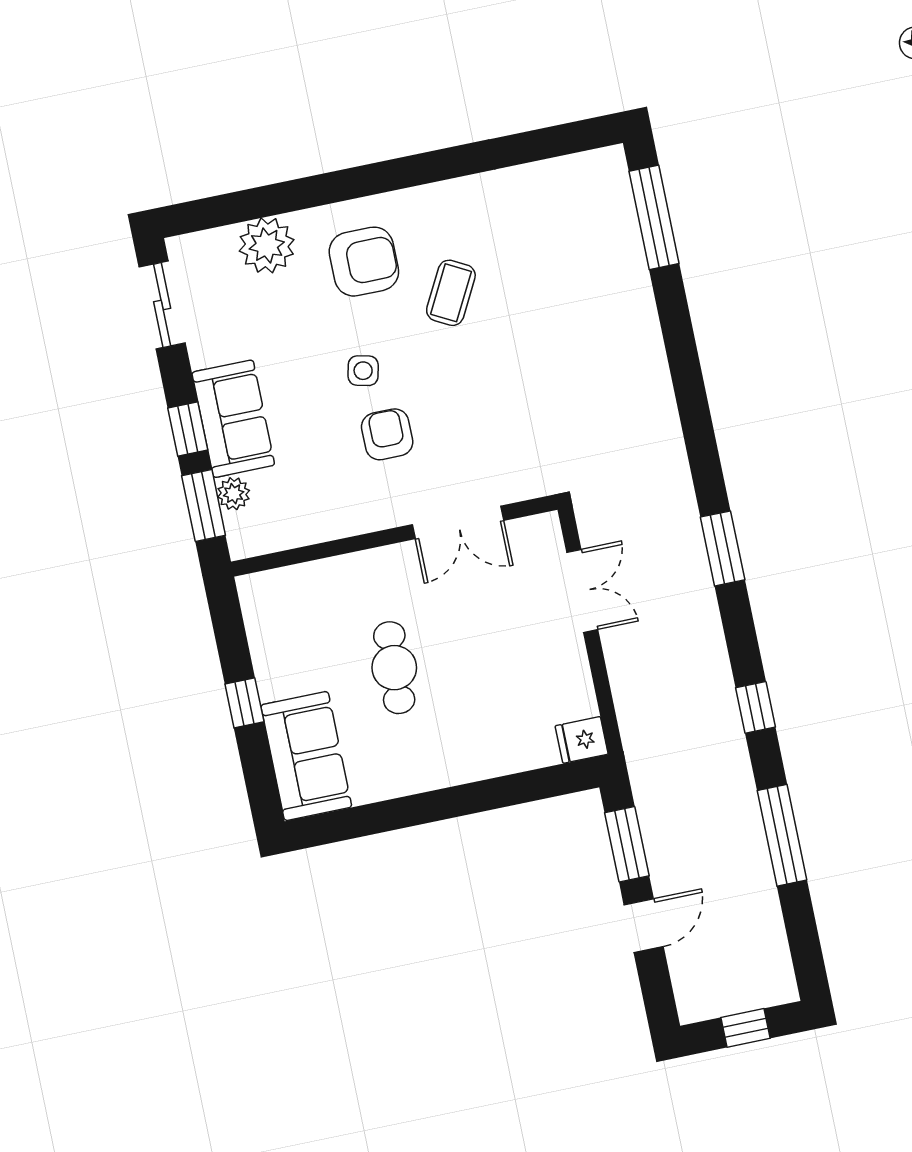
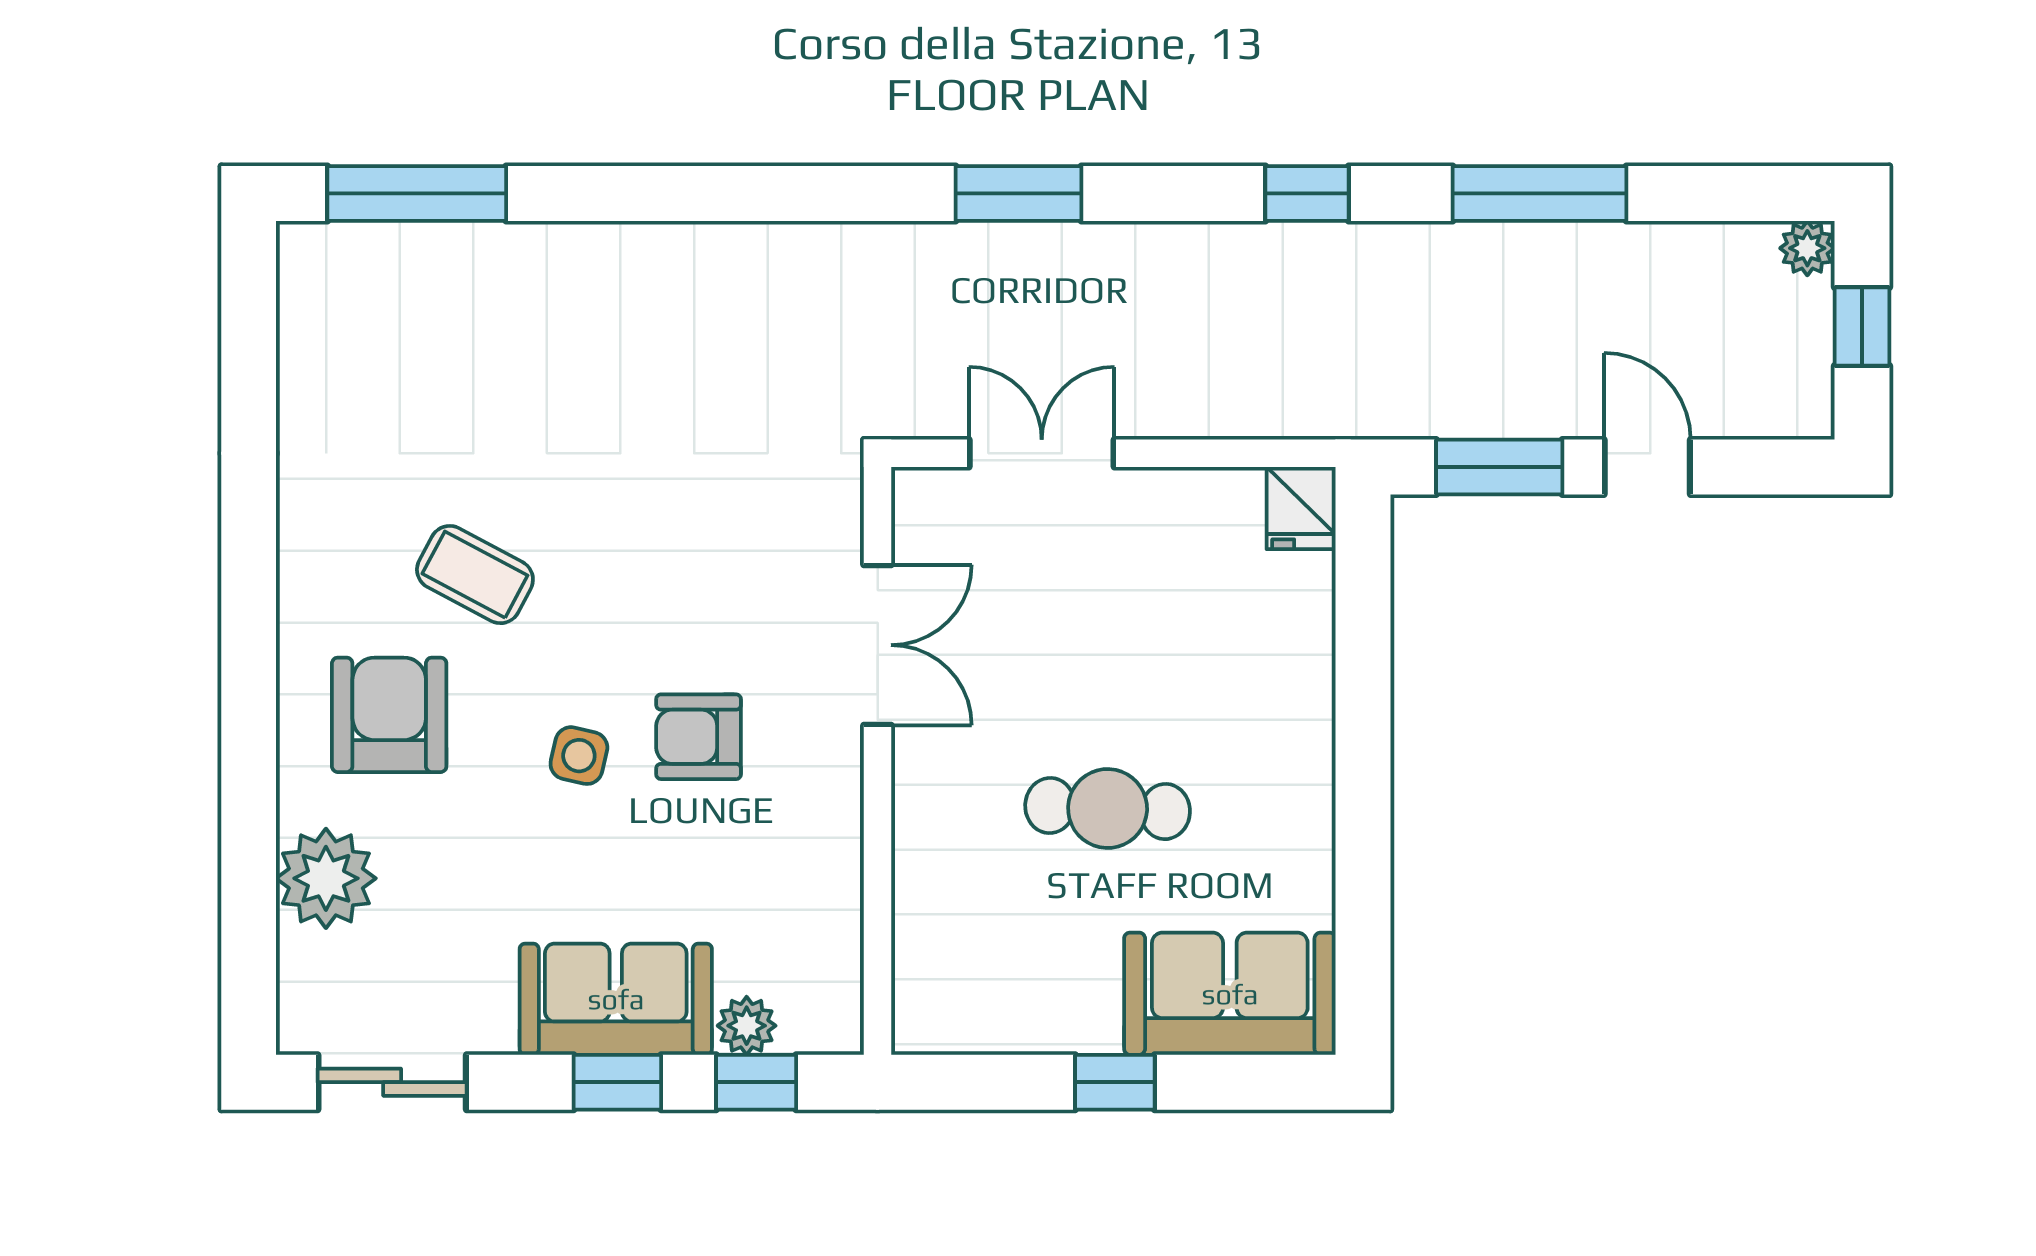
window: (204, 505) -> (756, 1082), width x0.67
plant: (782, 989) -> (1807, 248), added

